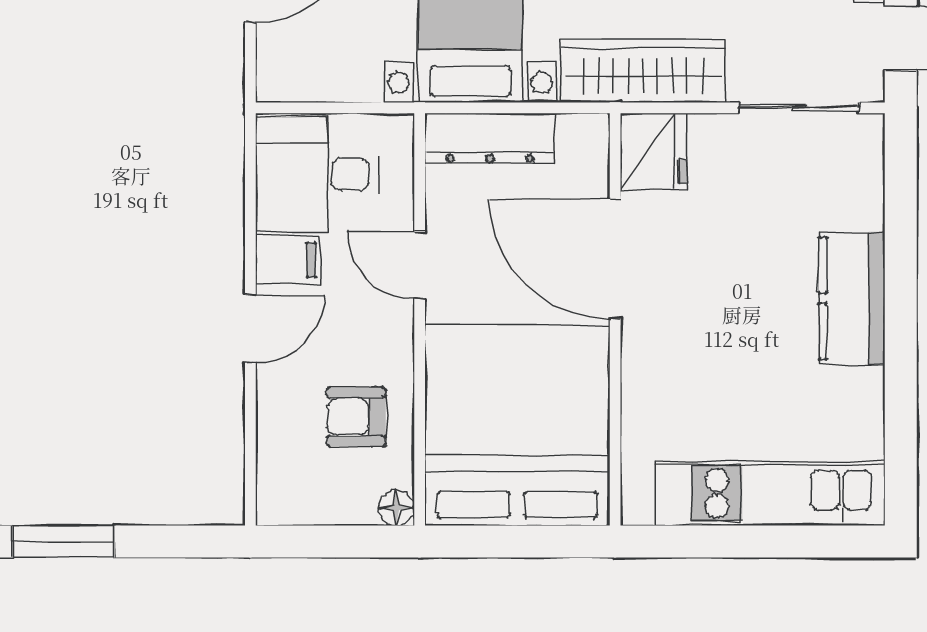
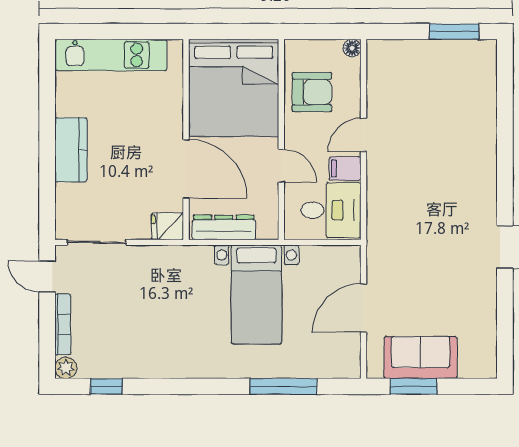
wardrobe: (643, 71) -> (172, 260), removed
dresser: (490, 139) -> (224, 227), moved
fridge: (654, 152) -> (167, 226), width x0.72
armchair: (356, 417) -> (312, 92), width x1.38, depth x1.38
floor lamp: (396, 508) -> (352, 48), moved

